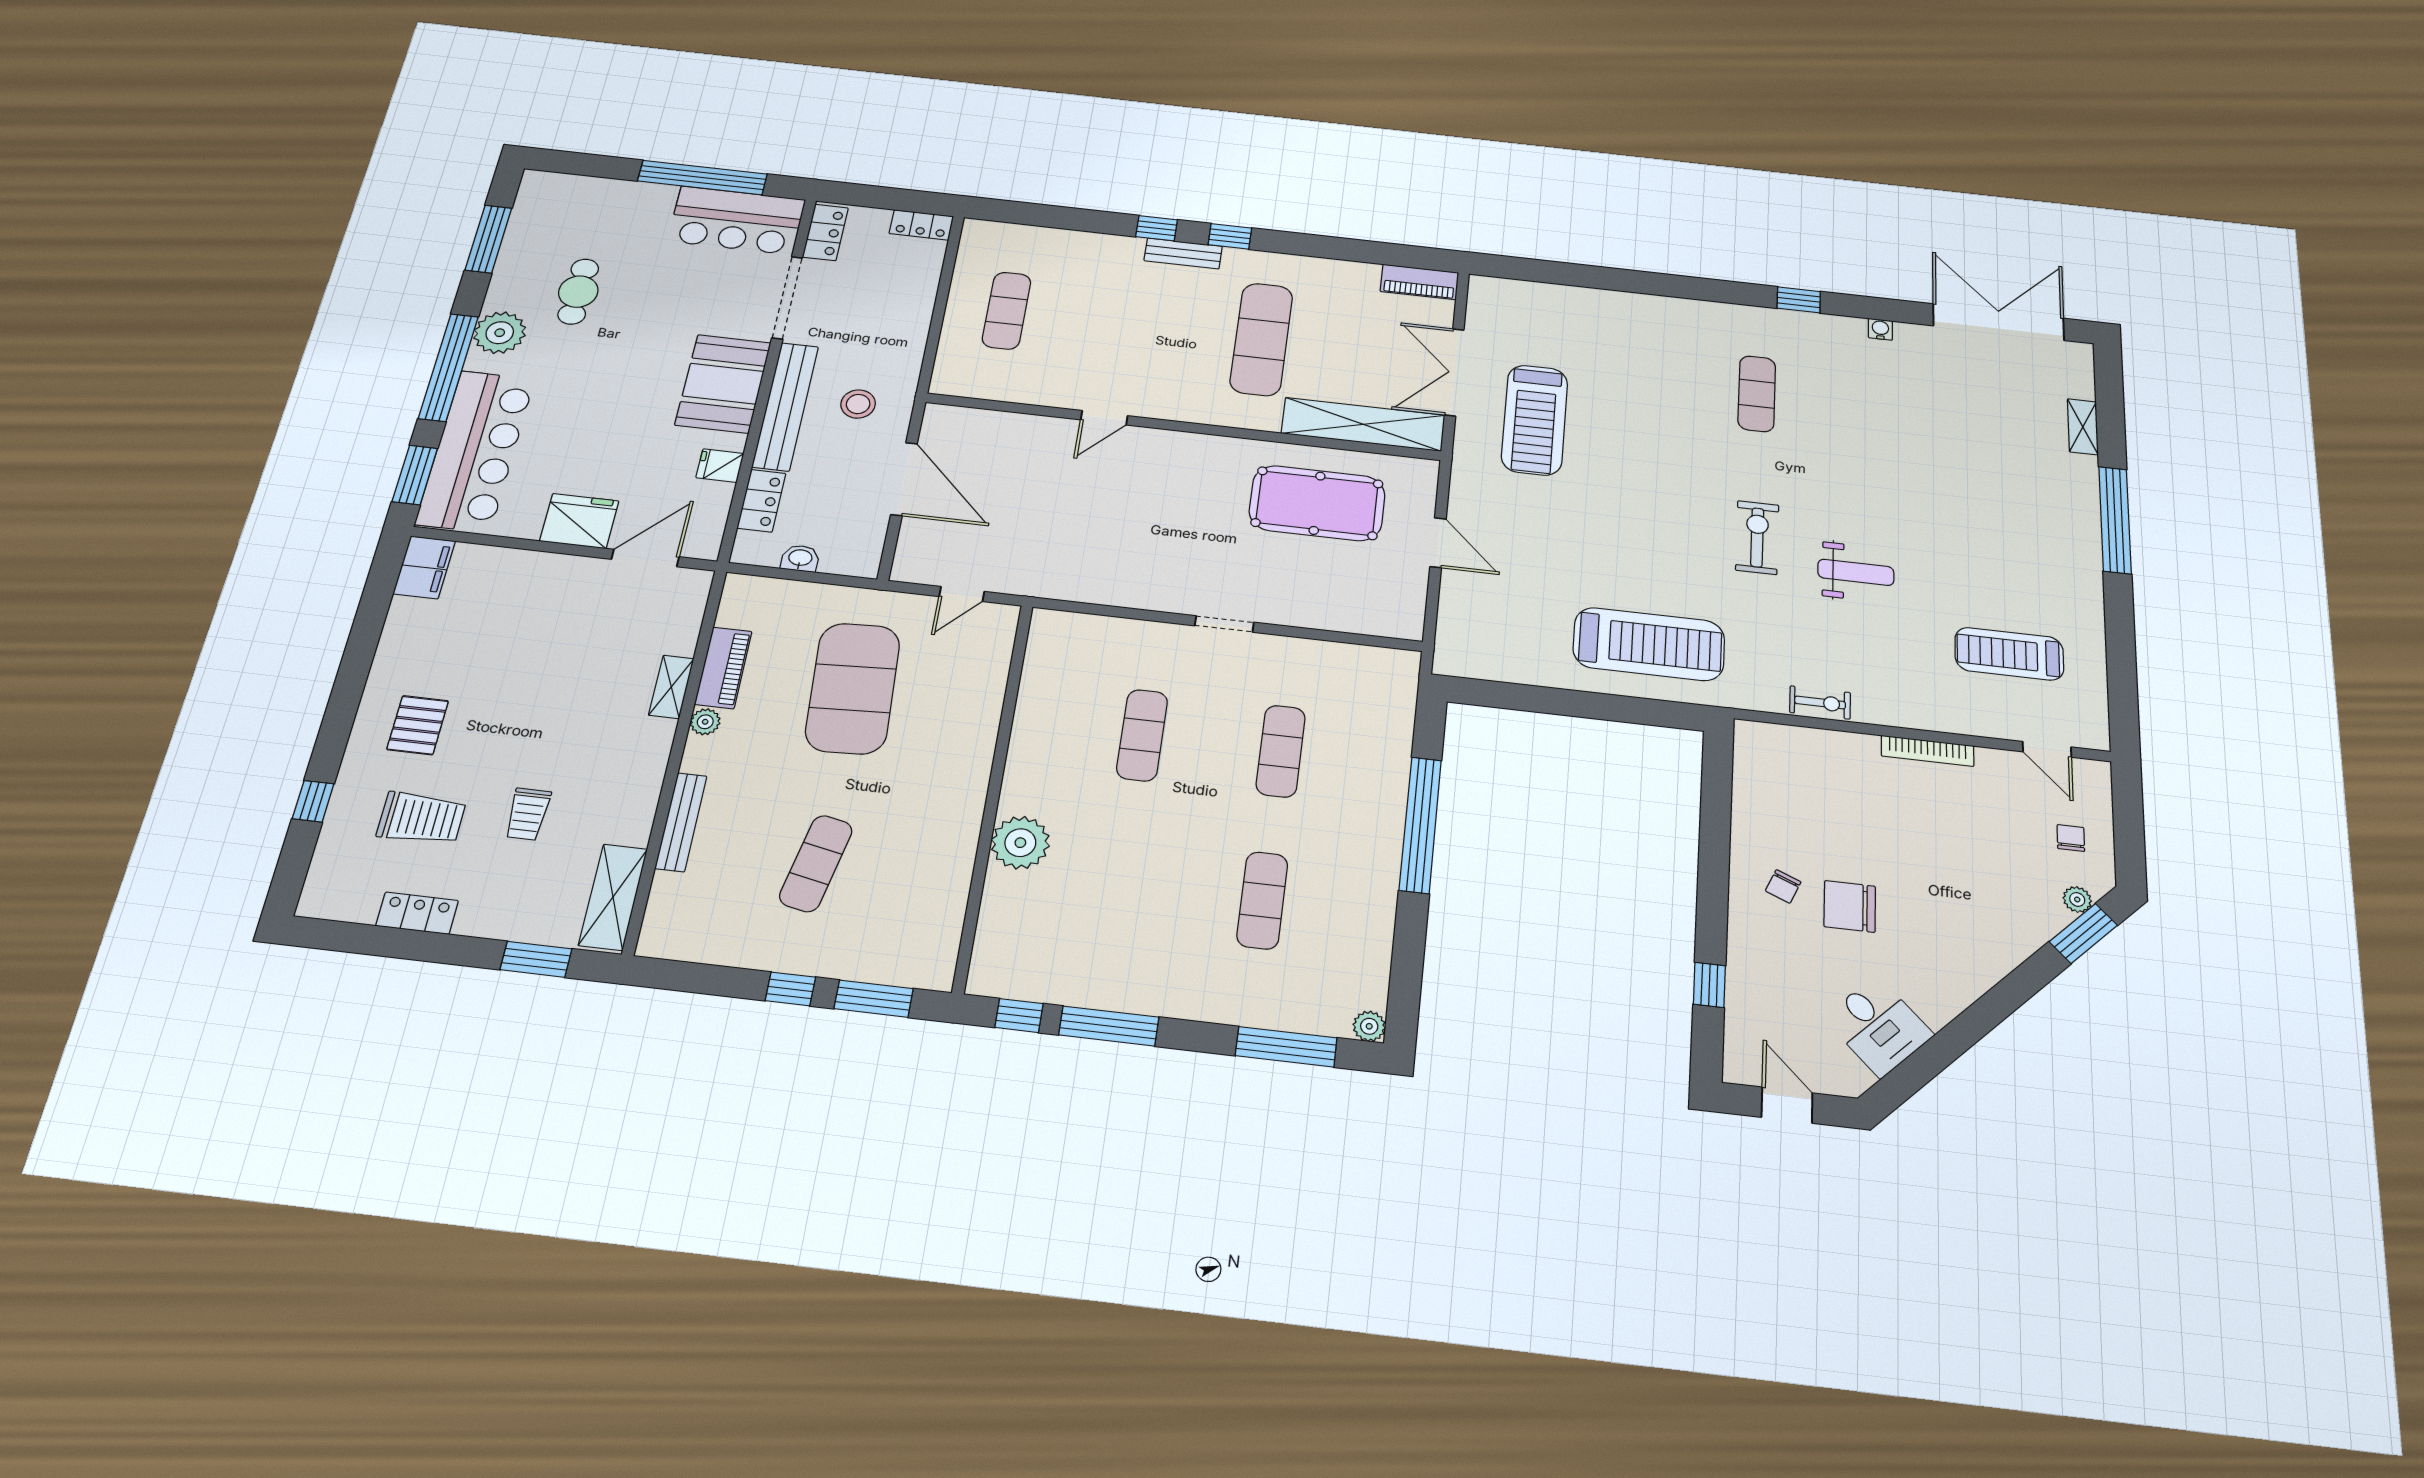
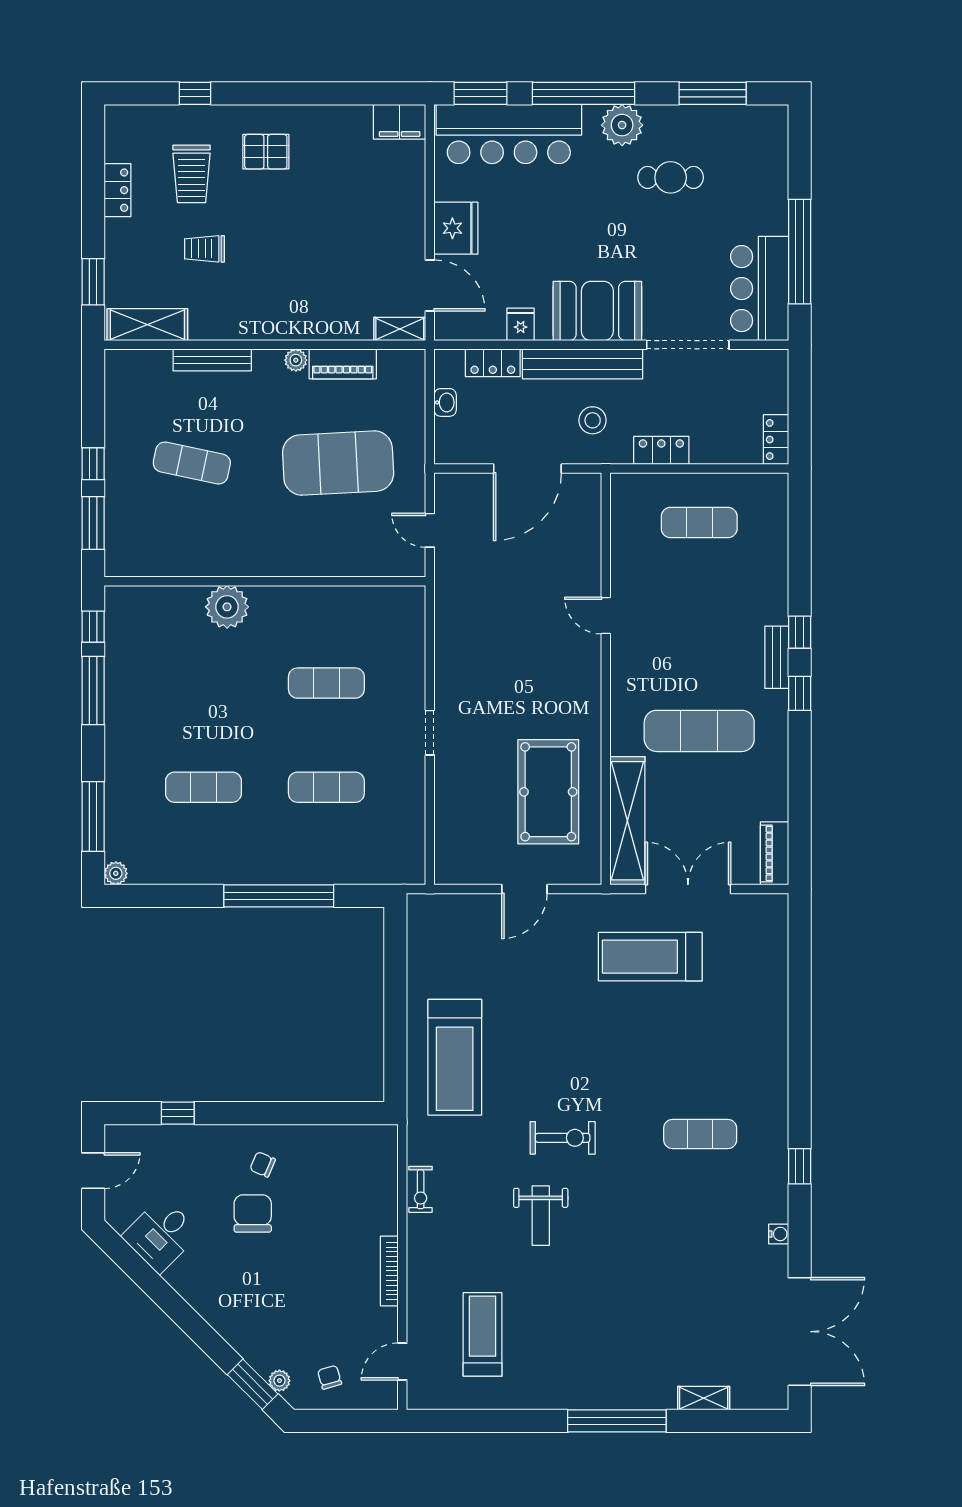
locker: (825, 232) -> (661, 450), moved, turned 180
shelving: (671, 687) -> (400, 329), moved
chair: (2071, 838) -> (330, 1377), turned -106

